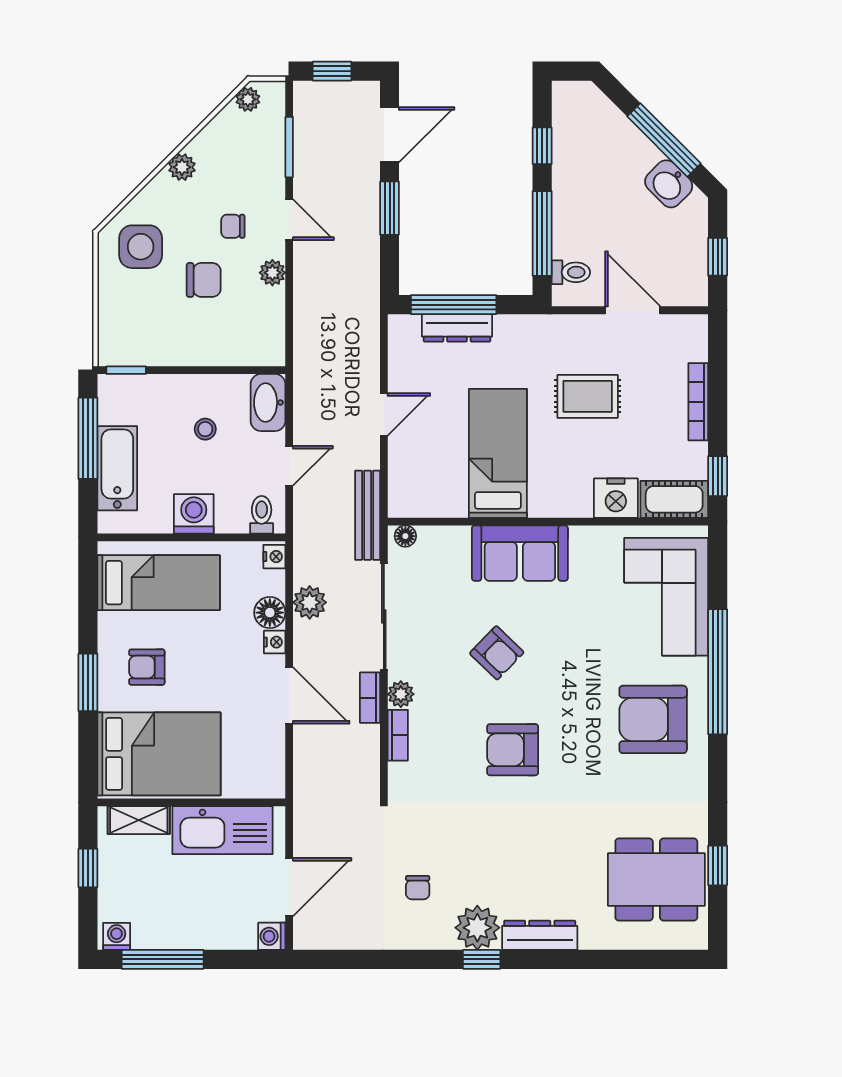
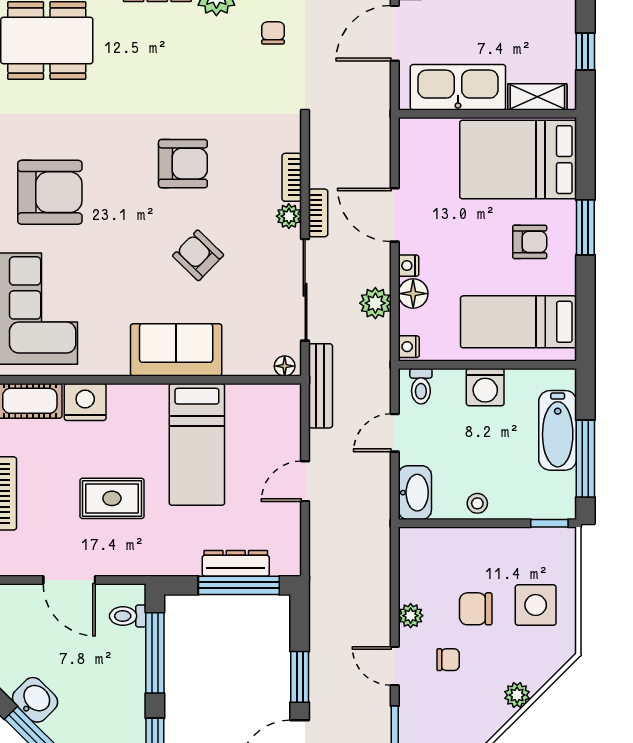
plant: (182, 167) -> (517, 695), moved
side table: (141, 247) -> (536, 605), moved
stool: (205, 429) -> (477, 503), moved

